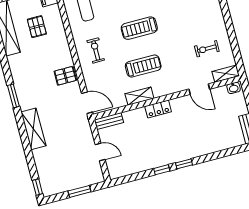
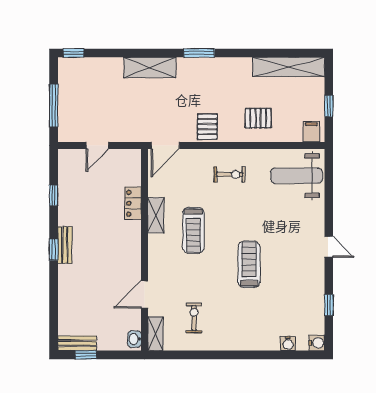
pallet: (37, 27) -> (258, 118), moved
treadmill: (139, 28) -> (249, 264), moved
locker: (158, 109) -> (133, 203), moved
bench: (109, 121) -> (65, 245), moved
window: (162, 170) -> (54, 195), moved
window: (79, 191) -> (54, 106), width x1.44

